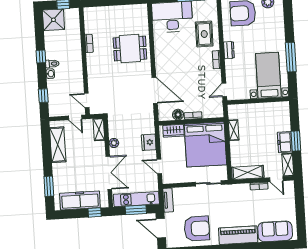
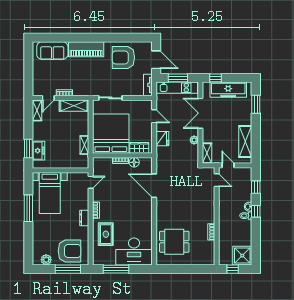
dining table: (130, 49) -> (174, 242), moved
window: (41, 56) -> (256, 211), moved
window: (296, 141) -> (28, 148), moved
freezer: (285, 142) -> (39, 151), moved
door: (276, 179) -> (48, 98), swing flipped

